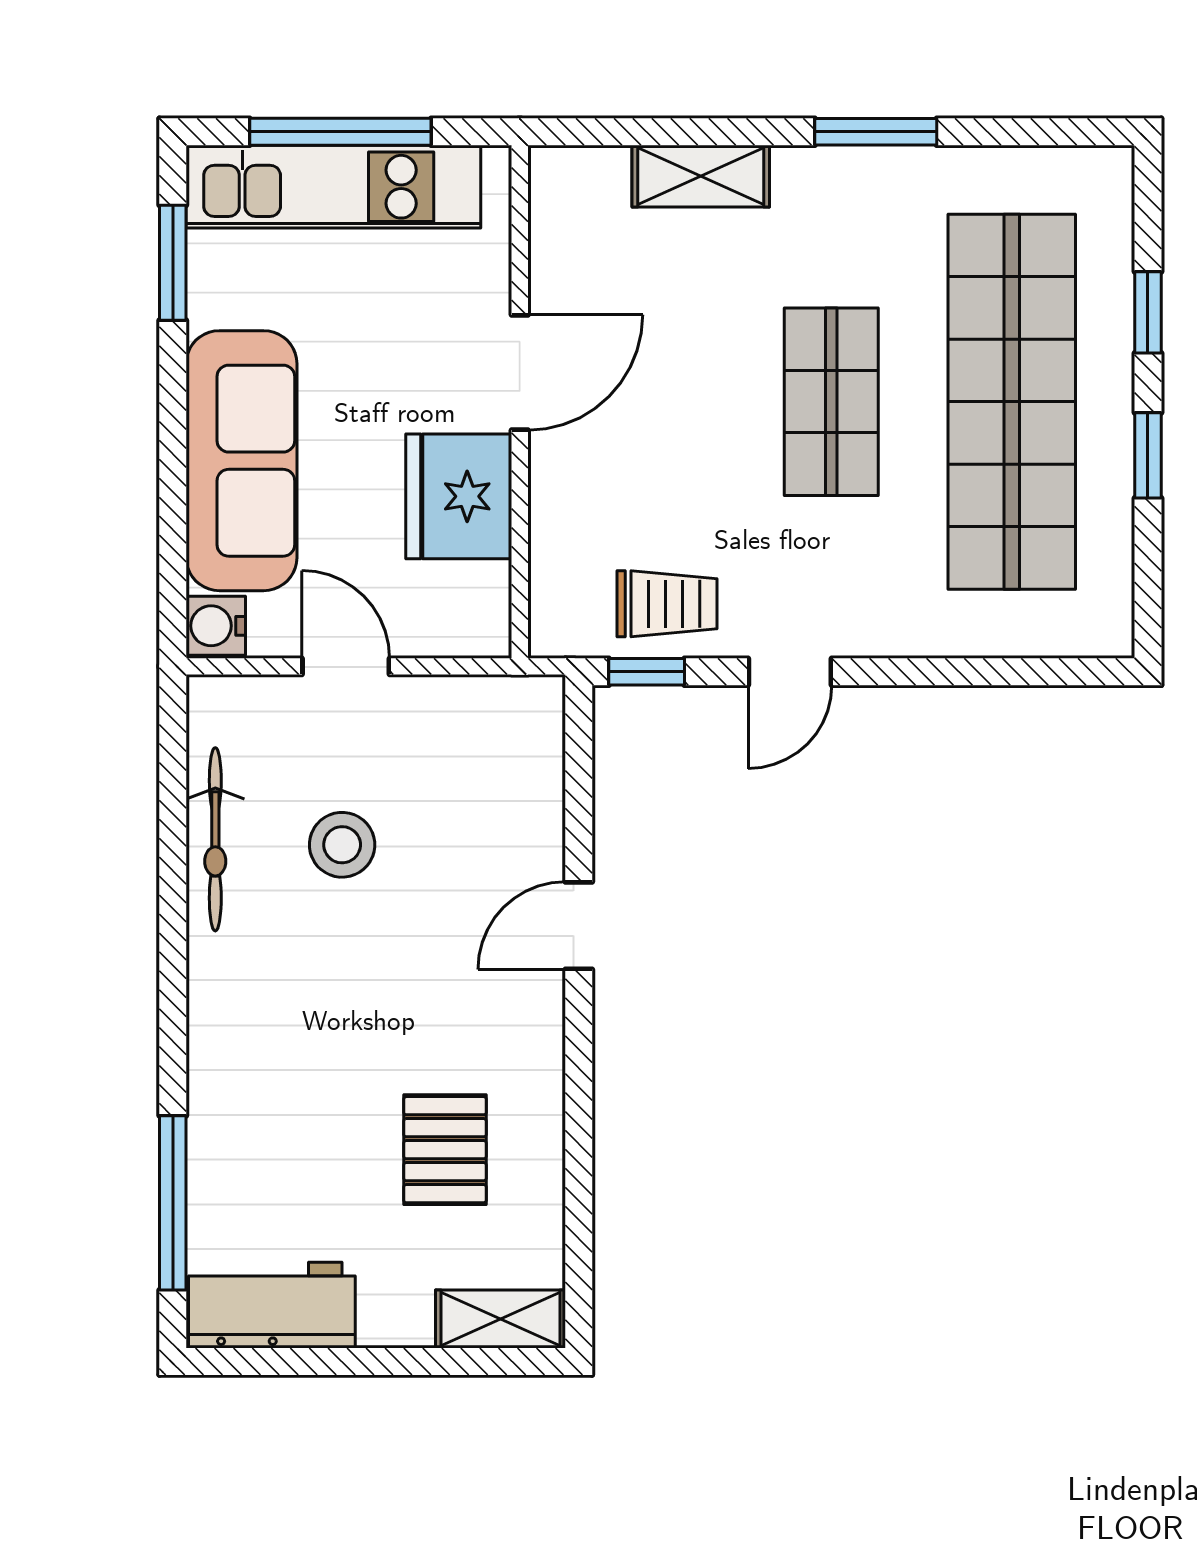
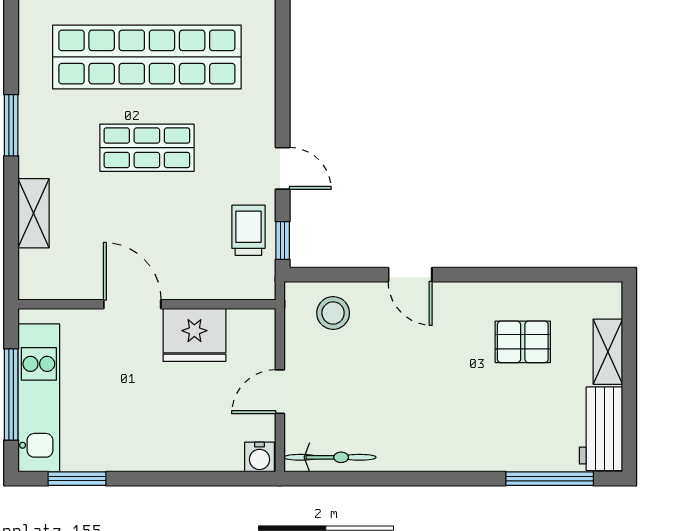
sofa: (241, 461) -> (177, 444), removed
bicycle: (215, 839) -> (330, 457), moved
stool: (342, 845) -> (333, 313), moved
shelving: (500, 1319) -> (608, 352), moved

